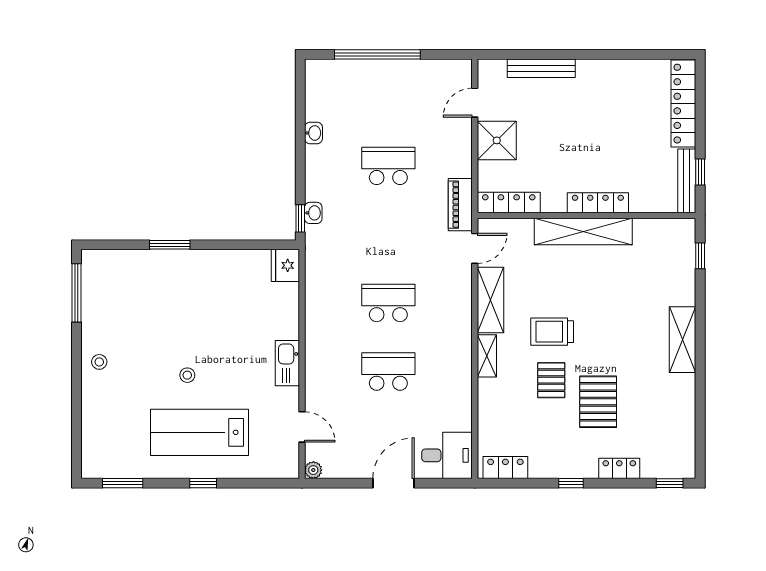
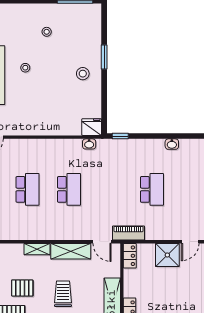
door: (475, 103) -> (190, 242), swing flipped
locker: (509, 203) -> (130, 256), width x0.66
washbasin: (313, 213) -> (89, 144), moved
stool: (197, 280) -> (83, 74), added
trolley: (552, 332) -> (63, 294), moved
stool: (99, 362) -> (47, 32), moved
kitchen sink: (287, 363) -> (33, 128), removed

